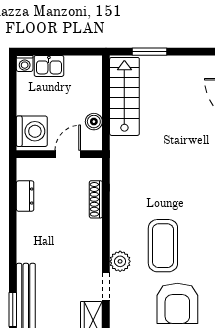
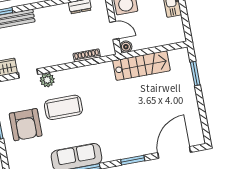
stairs: (124, 96) -> (141, 66), moved
boiler: (94, 122) -> (126, 47), moved
armchair: (177, 303) -> (26, 125), turned -90

